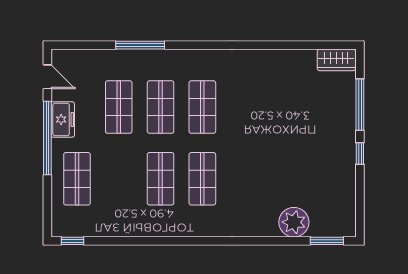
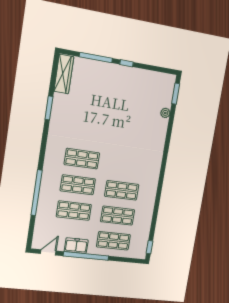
window: (140, 45) -> (37, 193), width x1.46
window: (272, 45) -> (49, 108), added
wardrobe: (336, 60) -> (64, 74), width x1.50
shop shelf: (202, 179) -> (118, 216), moved
plant: (294, 222) -> (165, 113), width x0.53, depth x0.53

